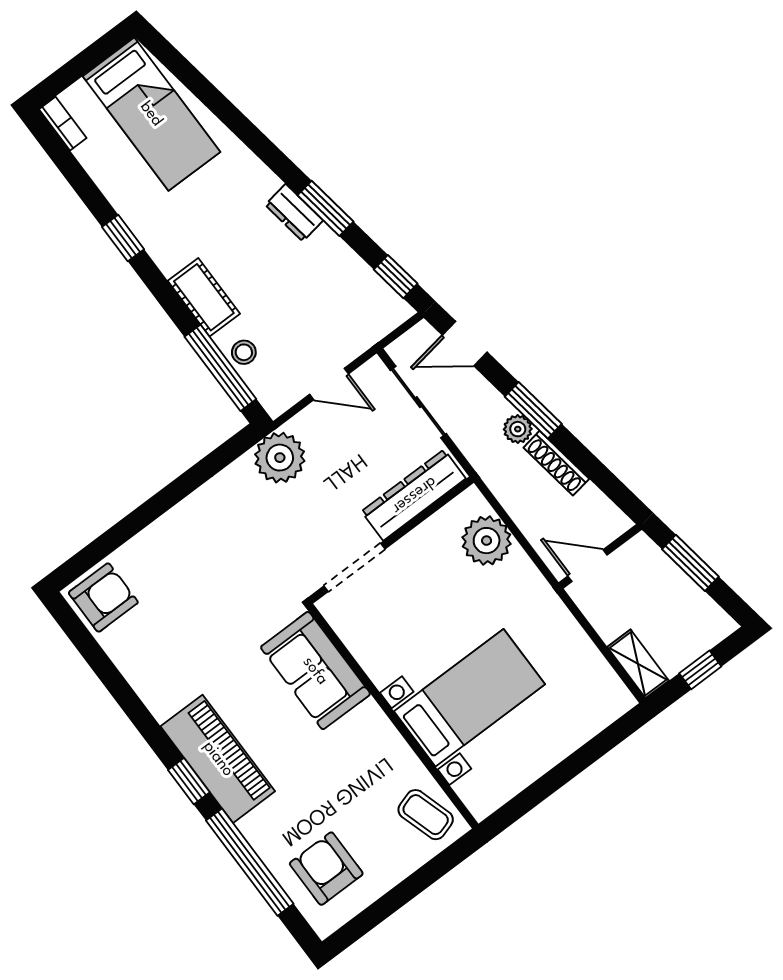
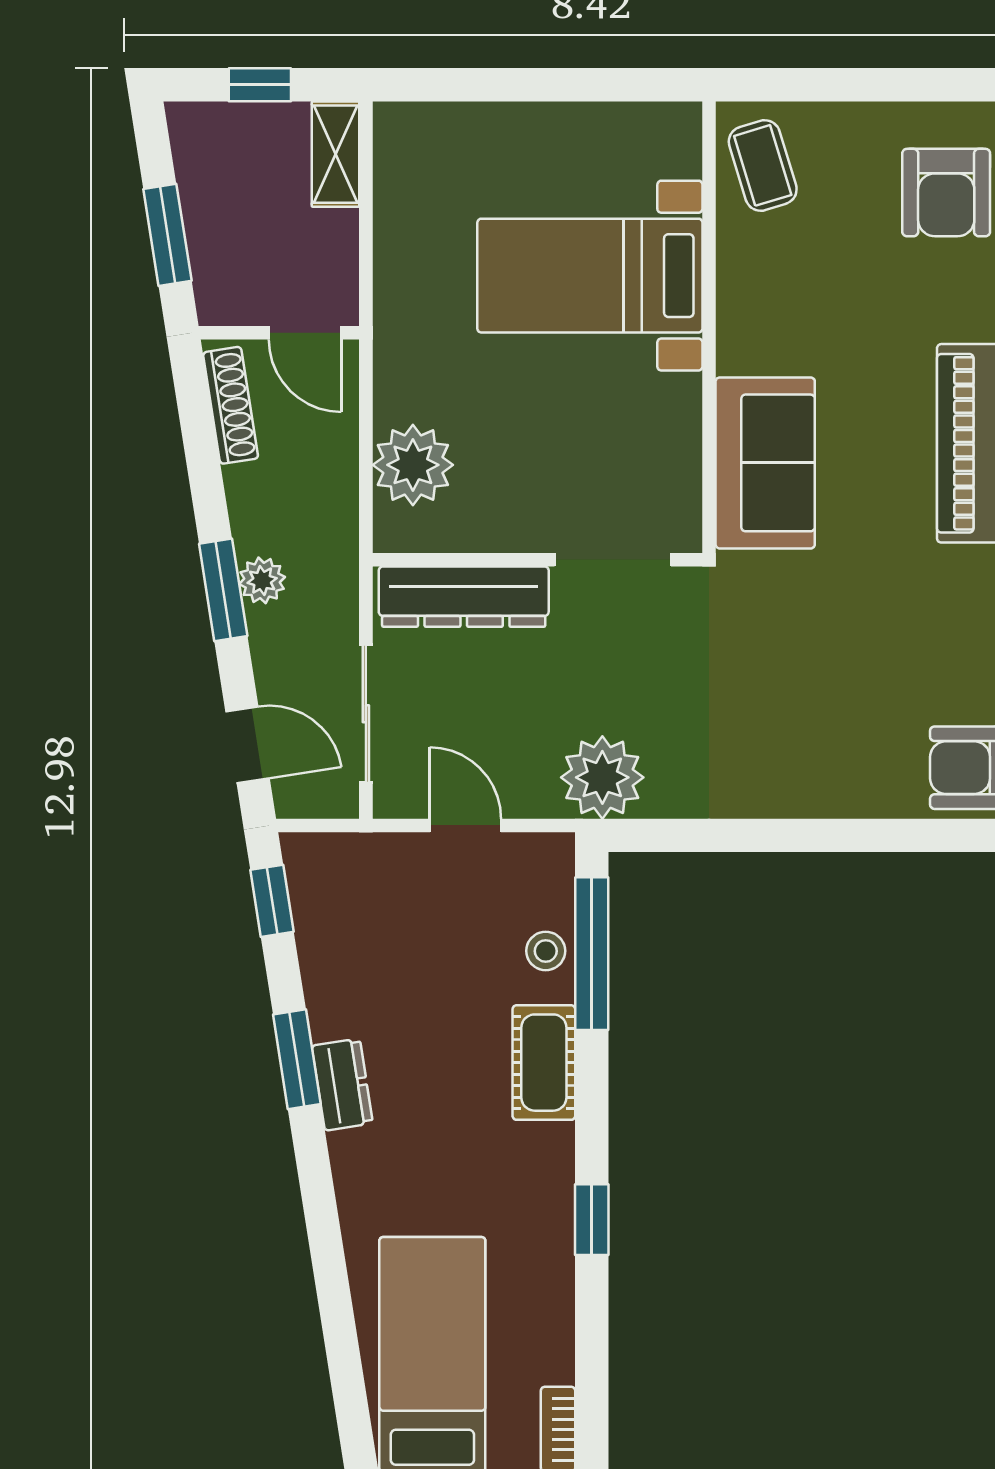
shoe rack: (556, 463) -> (231, 405), moved

